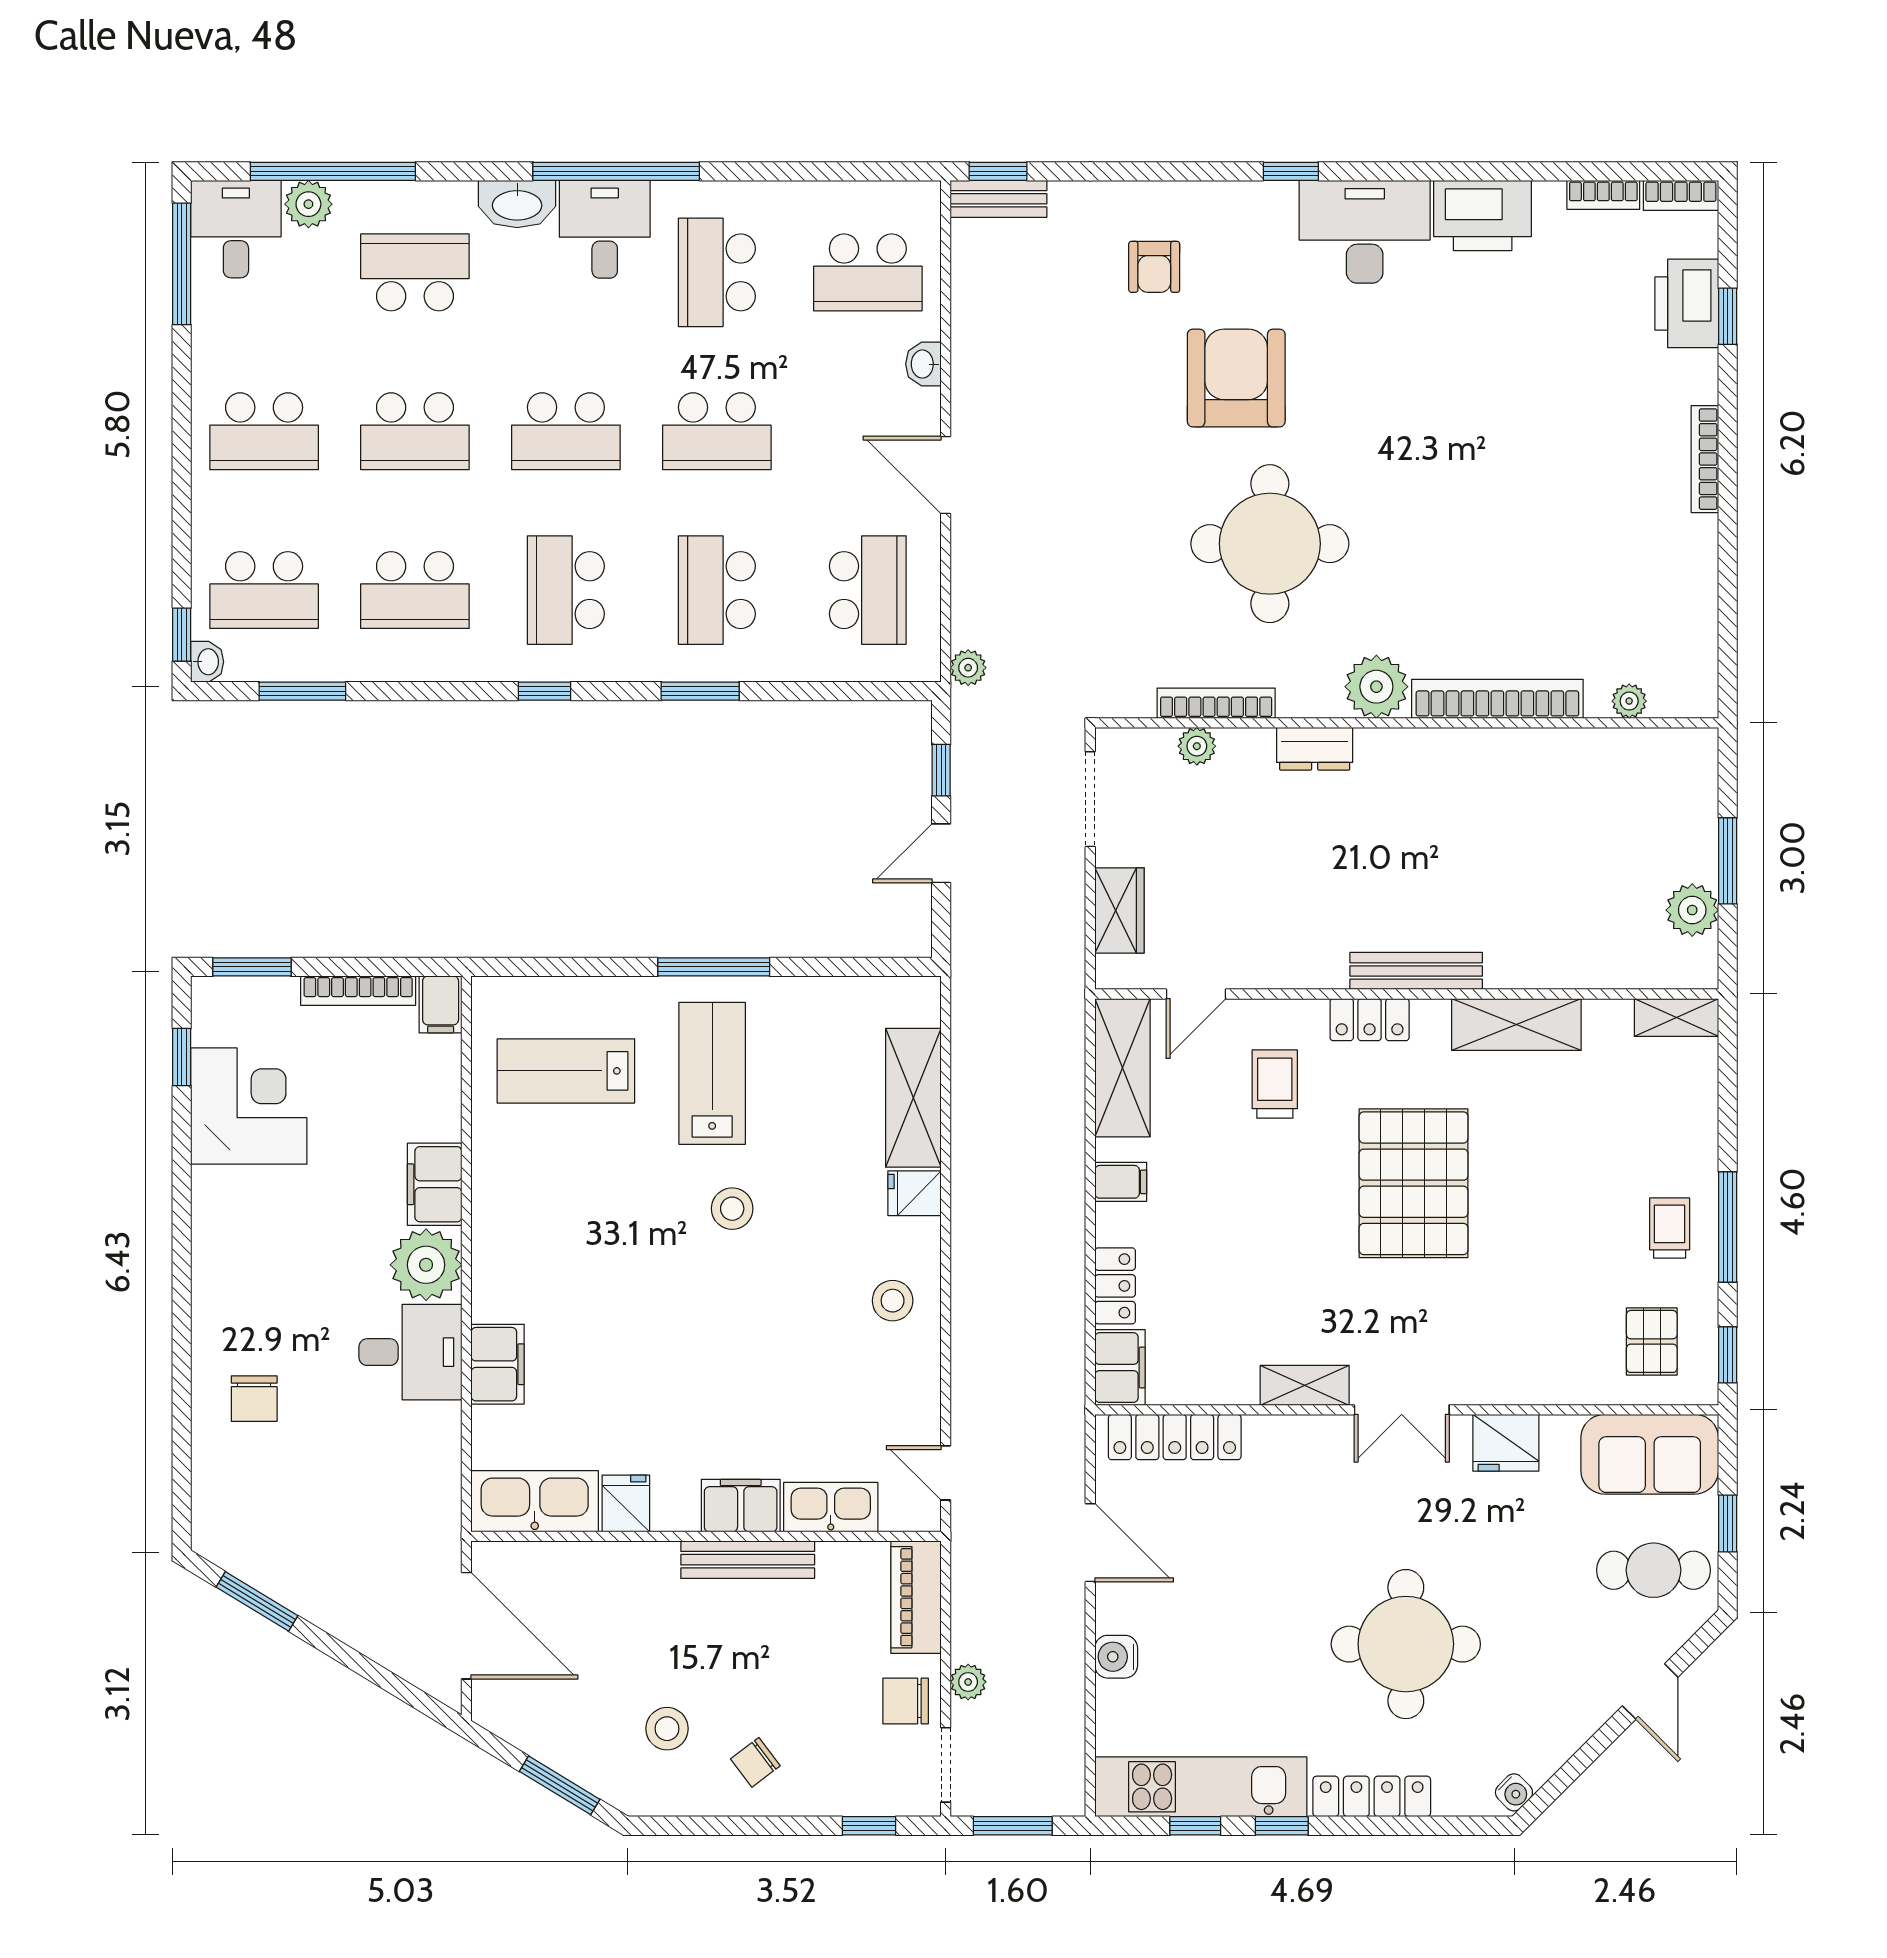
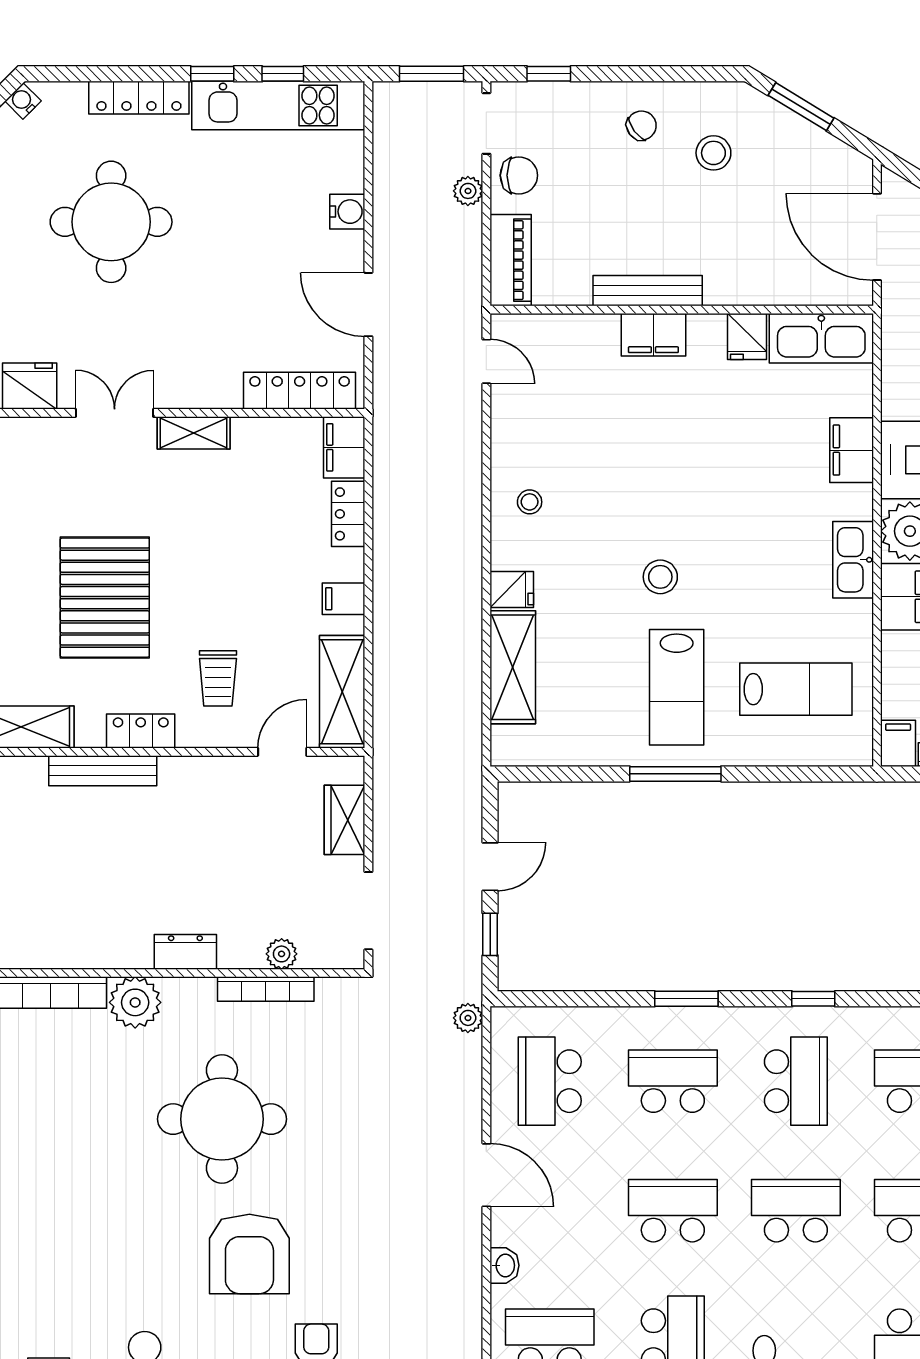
school desk: (717, 590) -> (673, 1081), turned -90
stool: (893, 1301) -> (530, 502), width x0.73, depth x0.73
kitchen sink: (831, 1507) -> (853, 560), moved, turned 90

